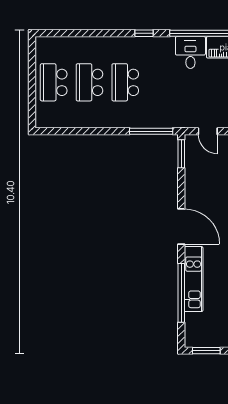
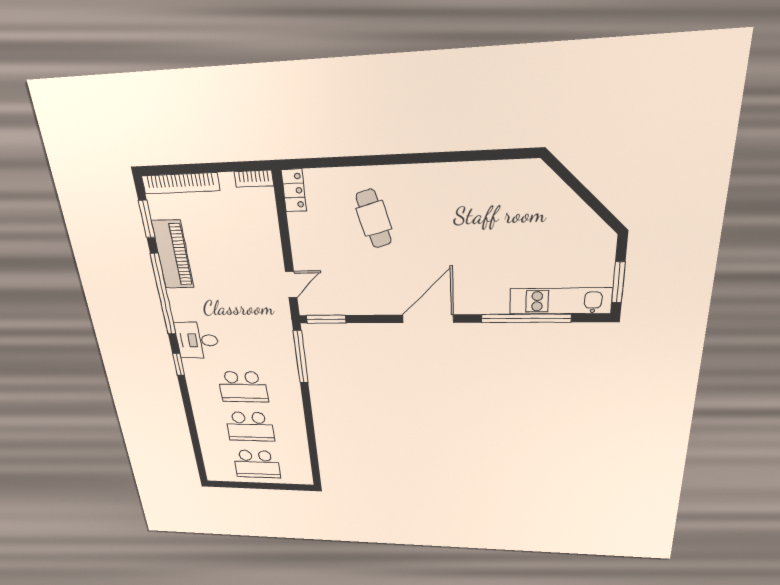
desk: (190, 53) -> (197, 340), moved
kitchen unit: (194, 279) -> (560, 301), moved

